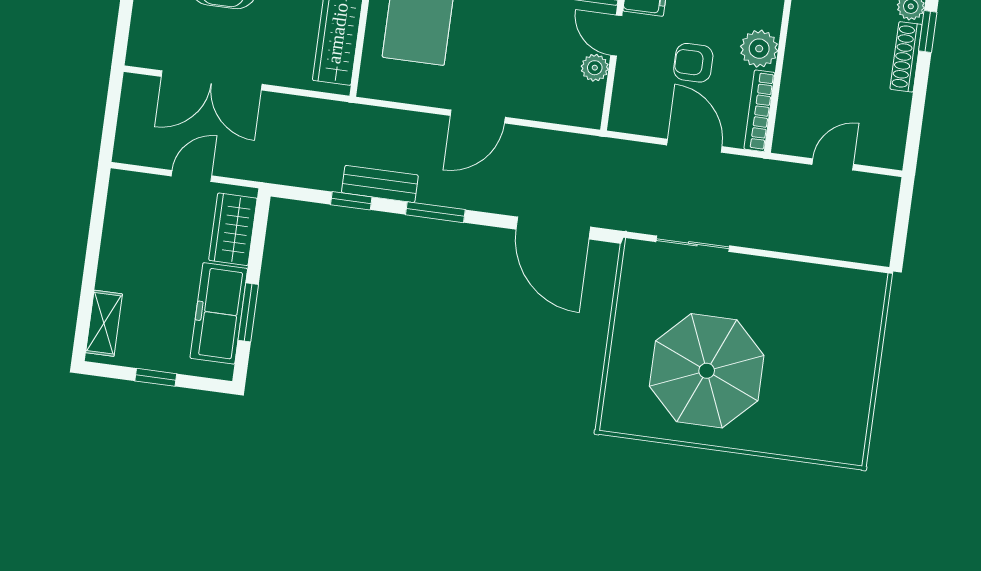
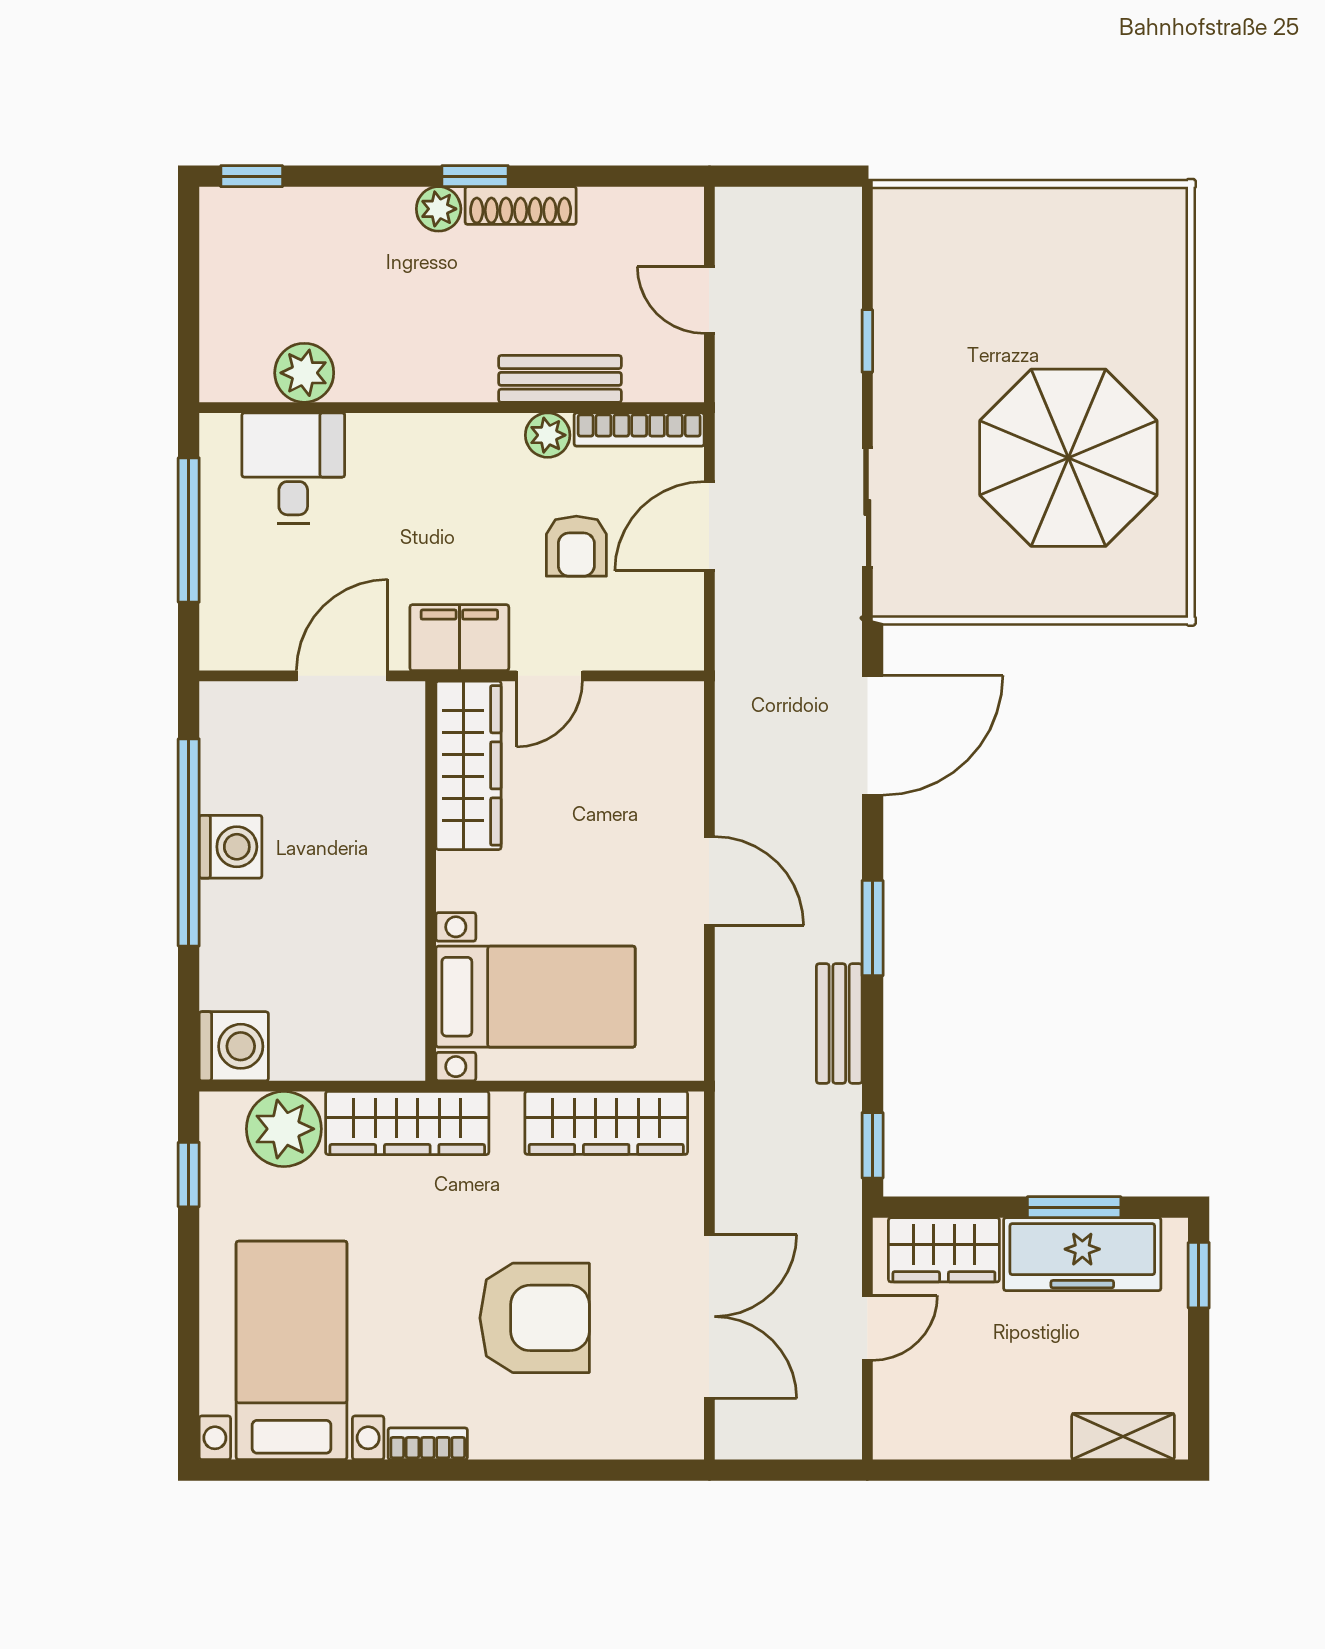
plant: (759, 49) -> (548, 435), width x0.73, depth x0.73
bench: (797, 67) -> (560, 379), added
plant: (595, 68) -> (606, 703), removed
door: (192, 176) -> (867, 1328), swing flipped
window: (351, 201) -> (873, 1145), moved
window: (795, 257) -> (867, 341), added
window: (156, 377) -> (1199, 1275), moved

